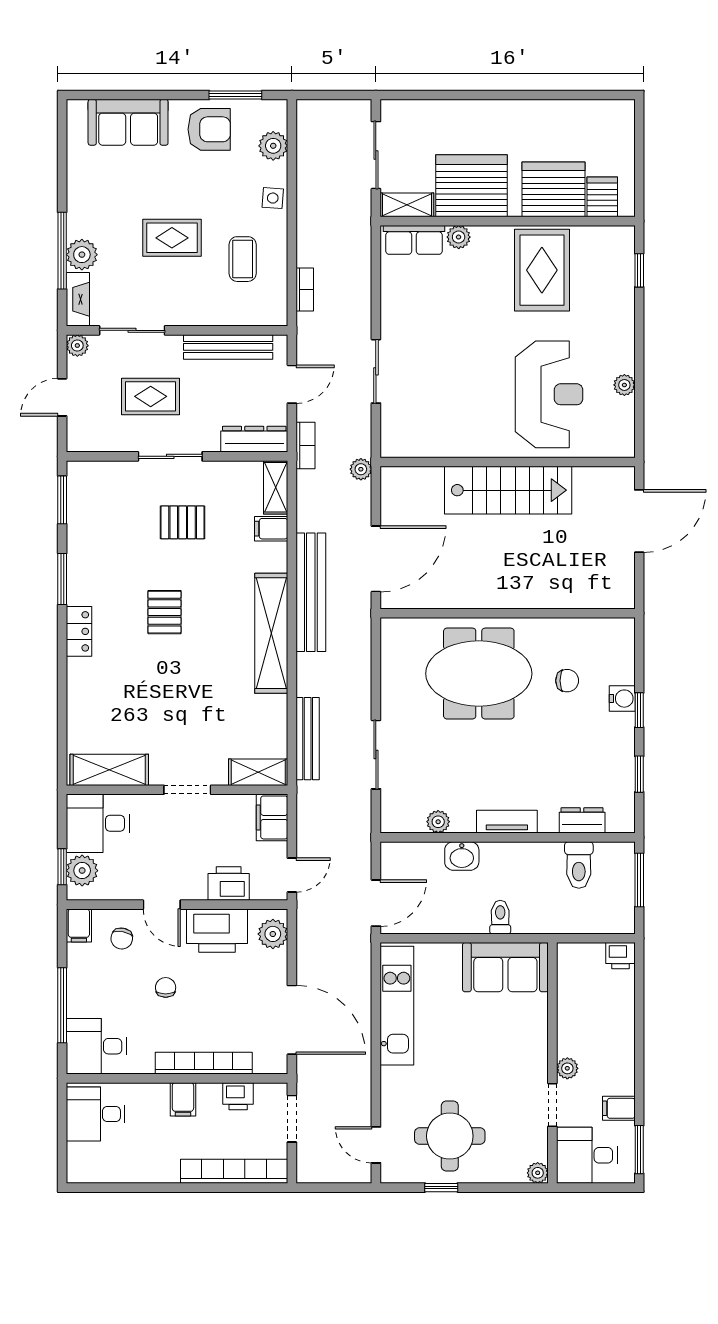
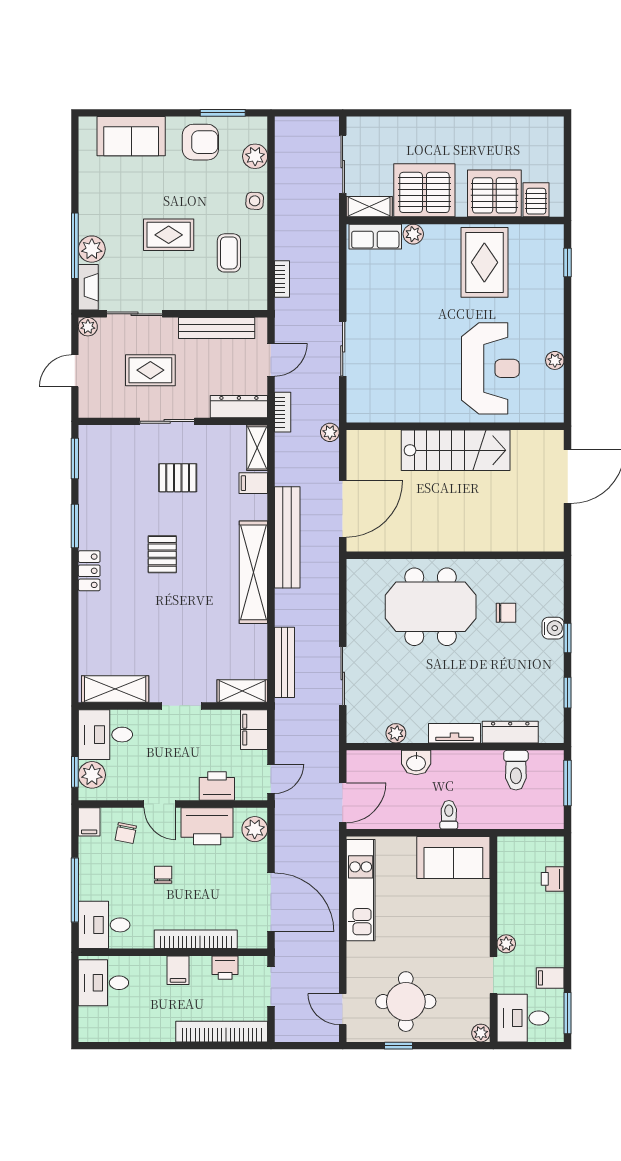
dresser: (582, 820) -> (510, 732), width x1.44
printer: (621, 956) -> (553, 879), moved, turned 90

